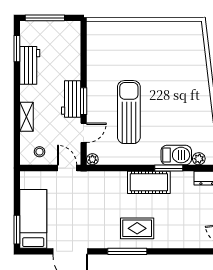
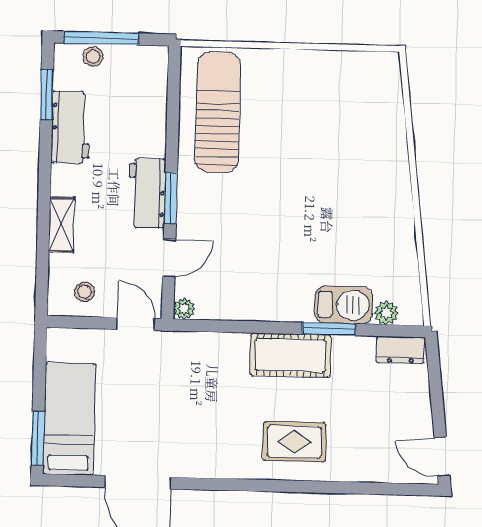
stool: (41, 28) -> (93, 57), added
sun lounger: (129, 112) -> (218, 112), moved
rug: (137, 228) -> (294, 442), moved
window: (127, 251) -> (246, 485), removed

